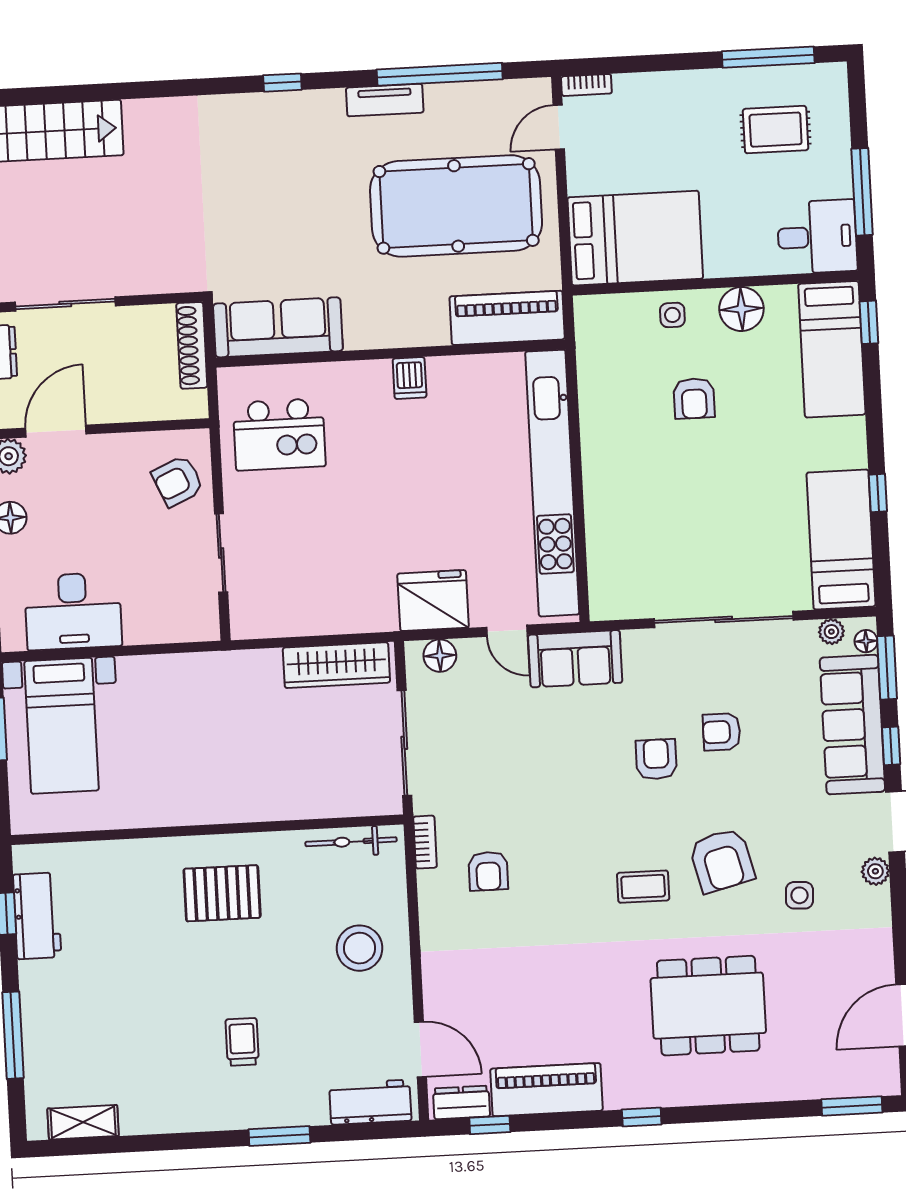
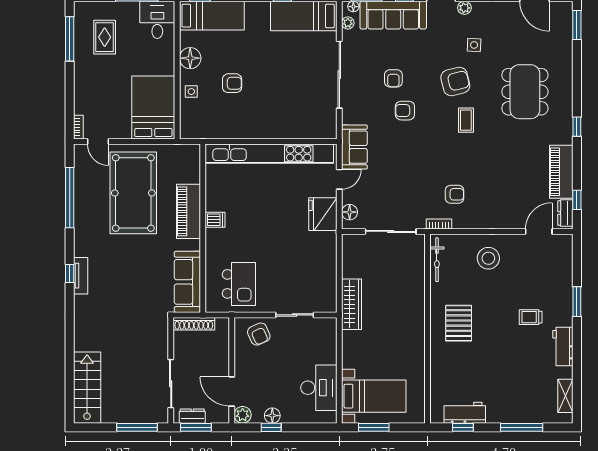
tv unit: (385, 100) -> (81, 276), moved
piano: (507, 318) -> (189, 211), moved
wardrobe: (336, 665) -> (351, 304), moved
workbench: (370, 1102) -> (563, 347), moved

